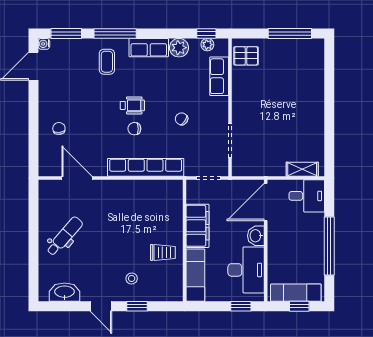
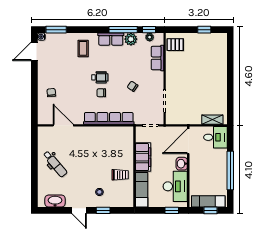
window: (115, 33) -> (123, 30), moved
window: (290, 33) -> (204, 30), width x0.46
dental chair: (65, 236) -> (55, 164), turned 99

